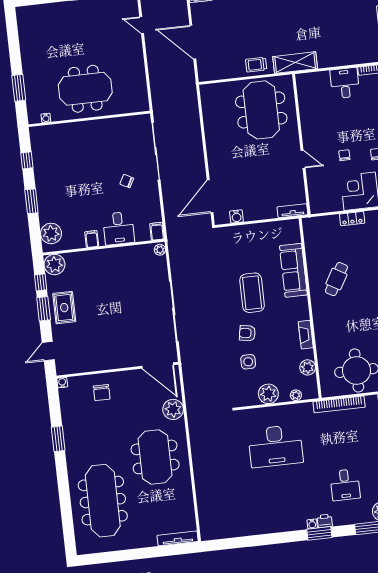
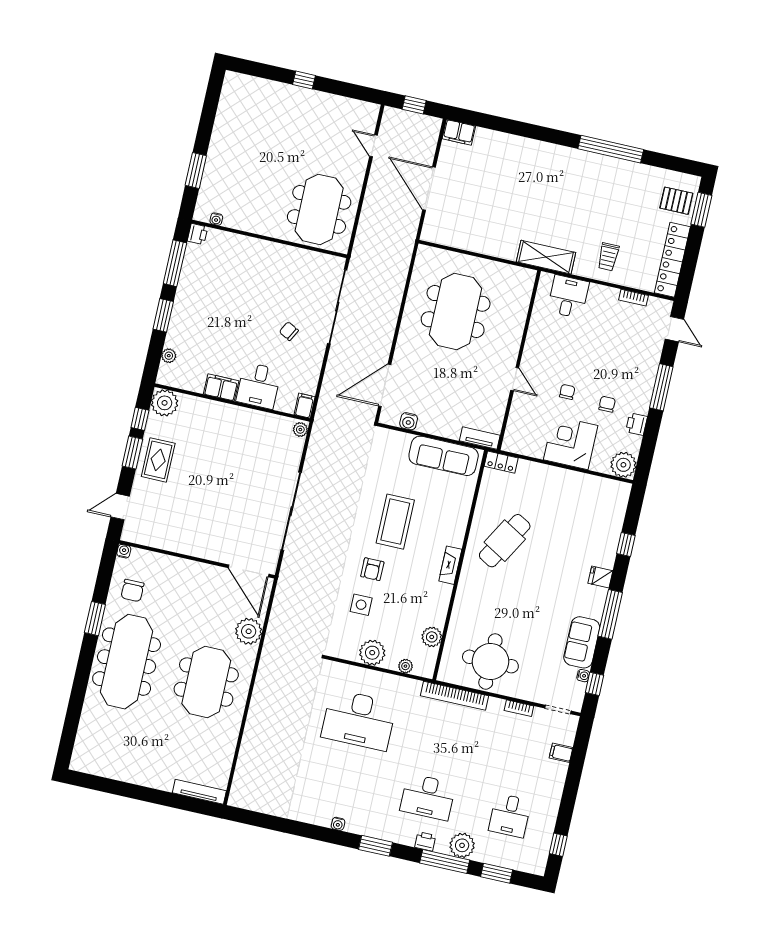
trolley: (256, 65) -> (608, 257), moved, turned -90
desk: (345, 83) -> (568, 297), moved
meeting table: (85, 89) -> (319, 209), moved, turned 90
meeting table: (261, 110) -> (456, 311), moved
printer: (36, 133) -> (197, 234), added
window: (27, 160) -> (175, 263), width x2.17
locker: (352, 219) -> (501, 462), moved
plant: (51, 233) -> (169, 356), width x0.53, depth x0.53
filing cabinet: (92, 239) -> (221, 387), width x2.00
sofa: (293, 270) -> (444, 456), moved, turned -90
cafe table: (336, 279) -> (505, 541), width x1.37, depth x1.35
armchair: (247, 333) -> (372, 569), turned -100
fireplace: (306, 335) -> (450, 565), moved
chair: (102, 393) -> (132, 590), moved
desk: (345, 485) -> (428, 797), width x1.37
meeting table: (103, 501) -> (127, 662), moved
printer: (325, 521) -> (425, 841), moved
water cooler: (312, 524) -> (338, 824), moved

